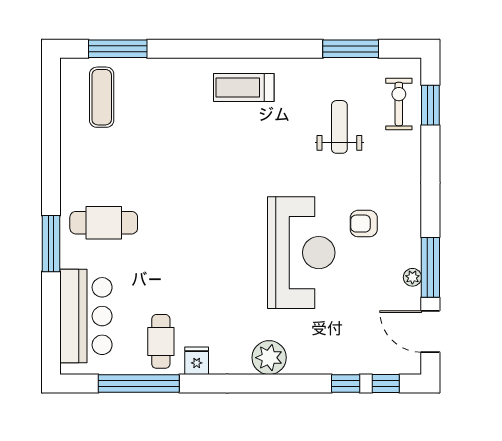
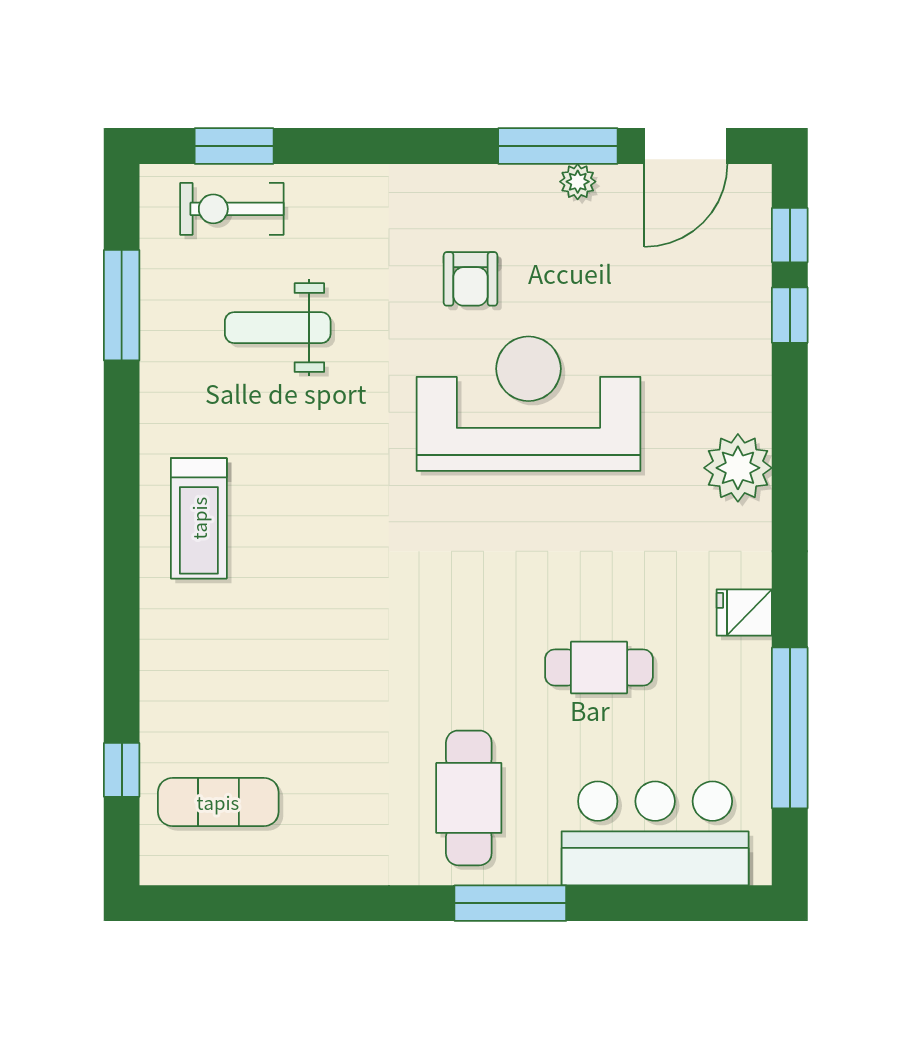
window: (118, 49) -> (122, 770), width x0.46
cafe table: (161, 341) -> (599, 667), moved

